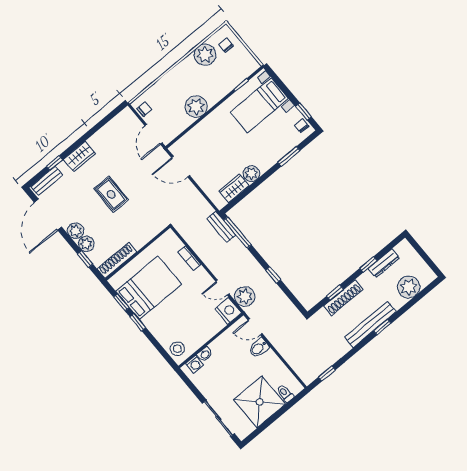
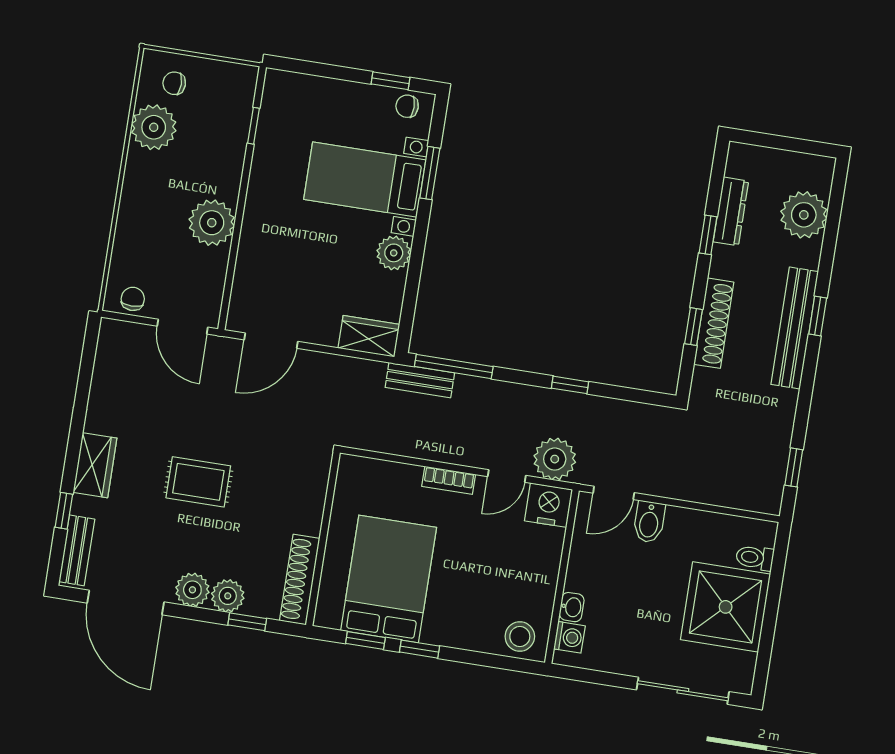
bed with nightstands: (259, 105) -> (365, 180), moved, turned 90
wardrobe: (234, 188) -> (369, 336), moved, turned 90
bookcase: (189, 258) -> (449, 480), moved

